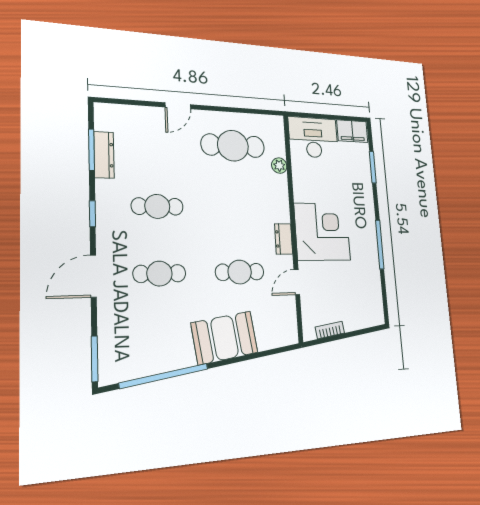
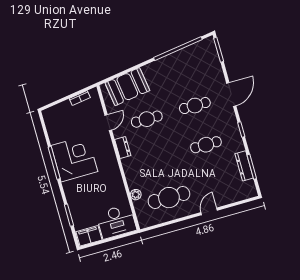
corner desk: (322, 232) -> (74, 159), moved, turned 180
booth: (225, 338) -> (127, 87), moved

